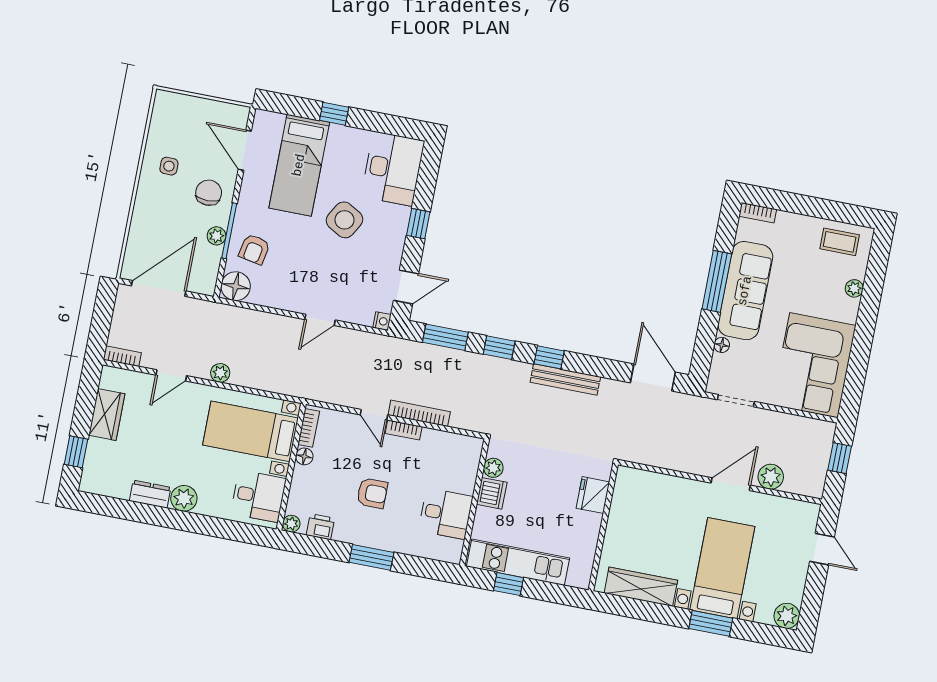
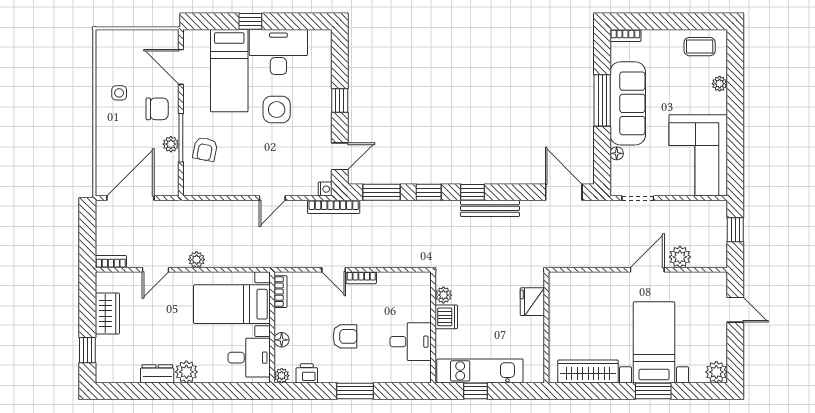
desk: (393, 169) -> (278, 52), moved, turned -90
chair: (209, 193) -> (157, 109), turned 90
side table: (344, 220) -> (277, 110), turned -30
floor lamp: (236, 286) -> (195, 184), removed
bookcase: (419, 413) -> (334, 207), moved, turned 180
floor lamp: (304, 456) -> (282, 340), moved

